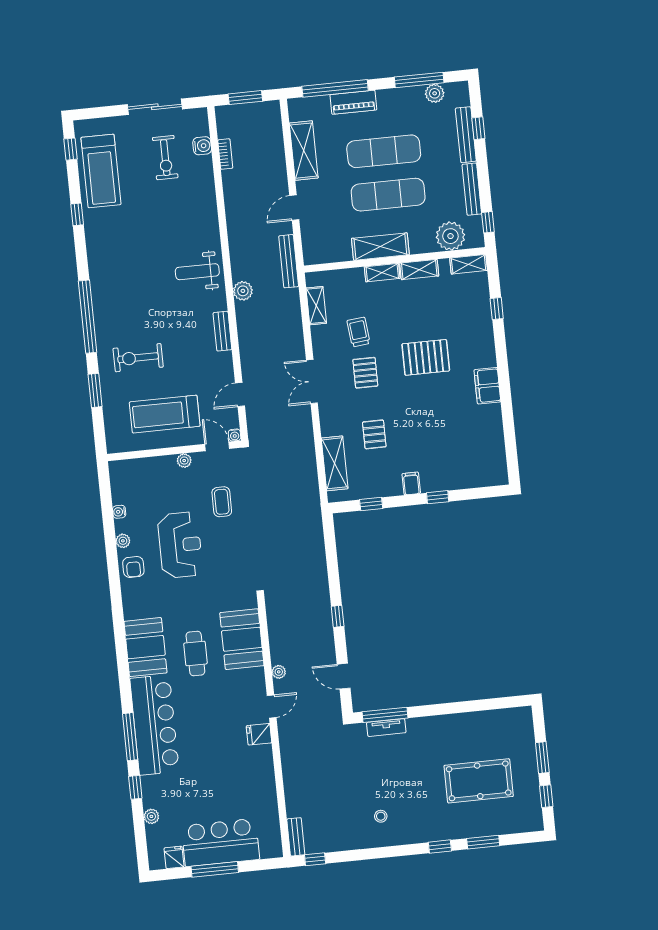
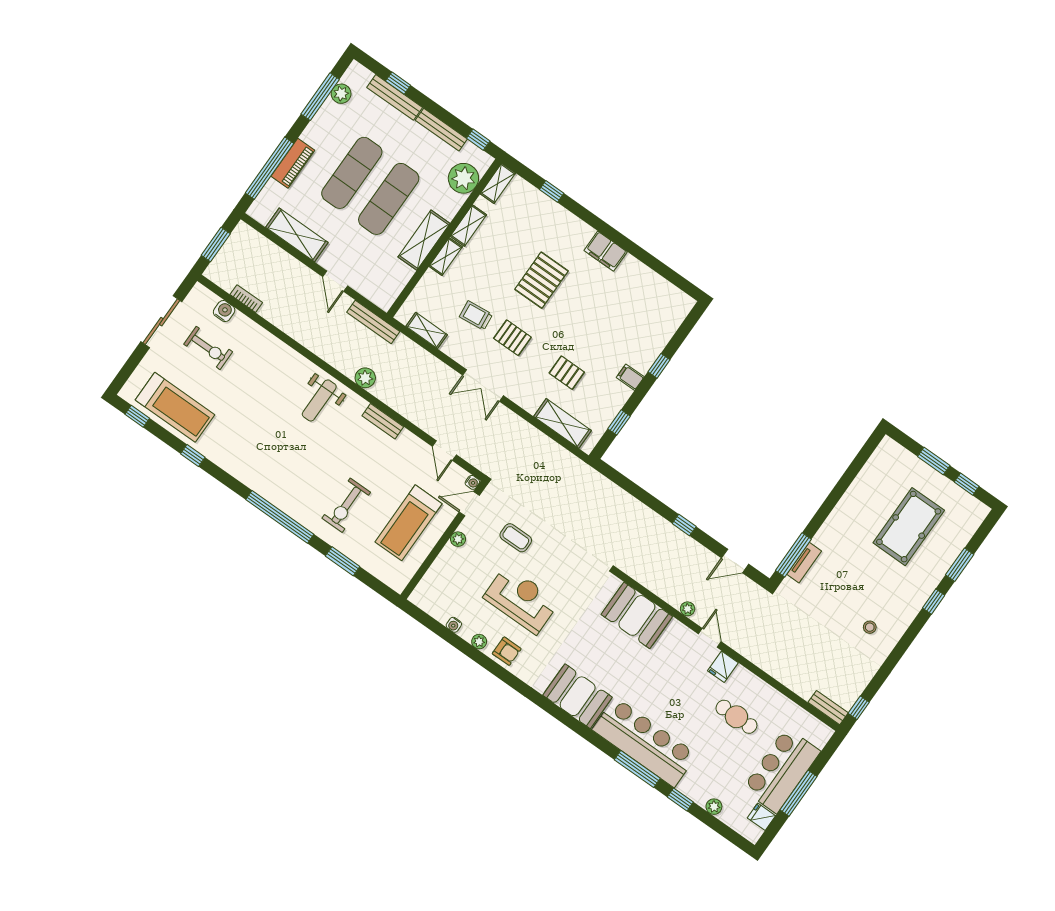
cafe table: (195, 653) -> (736, 717), moved

